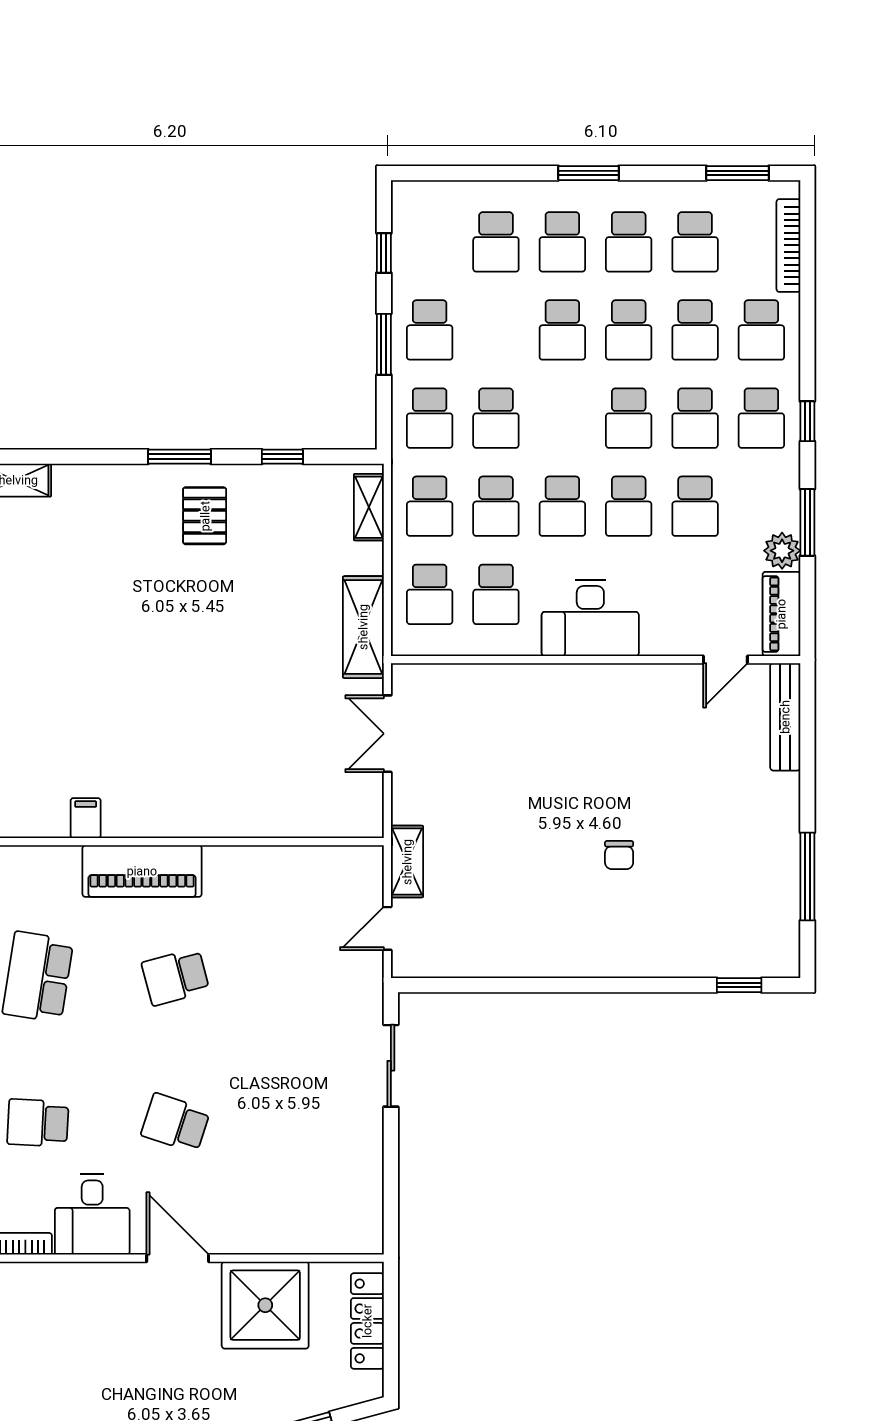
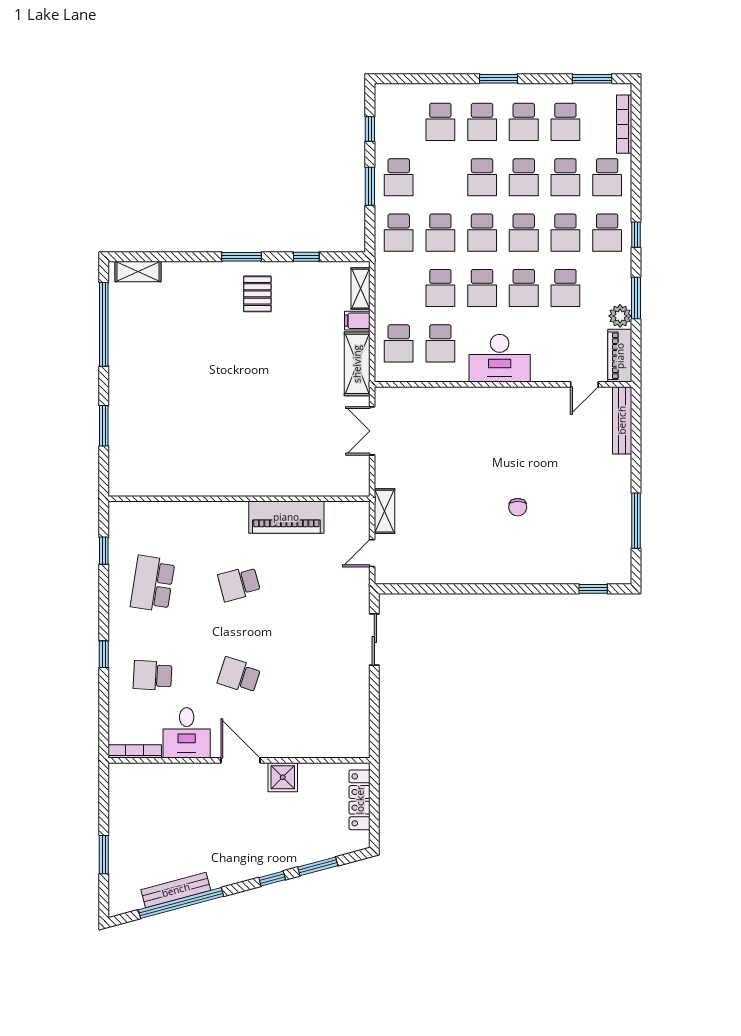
school desk: (430, 506) -> (482, 233), moved
filing cabinet: (86, 818) -> (357, 321), moved, turned -90
piano: (142, 871) -> (286, 517), moved
shower: (265, 1305) -> (283, 777), width x0.54, depth x0.54

